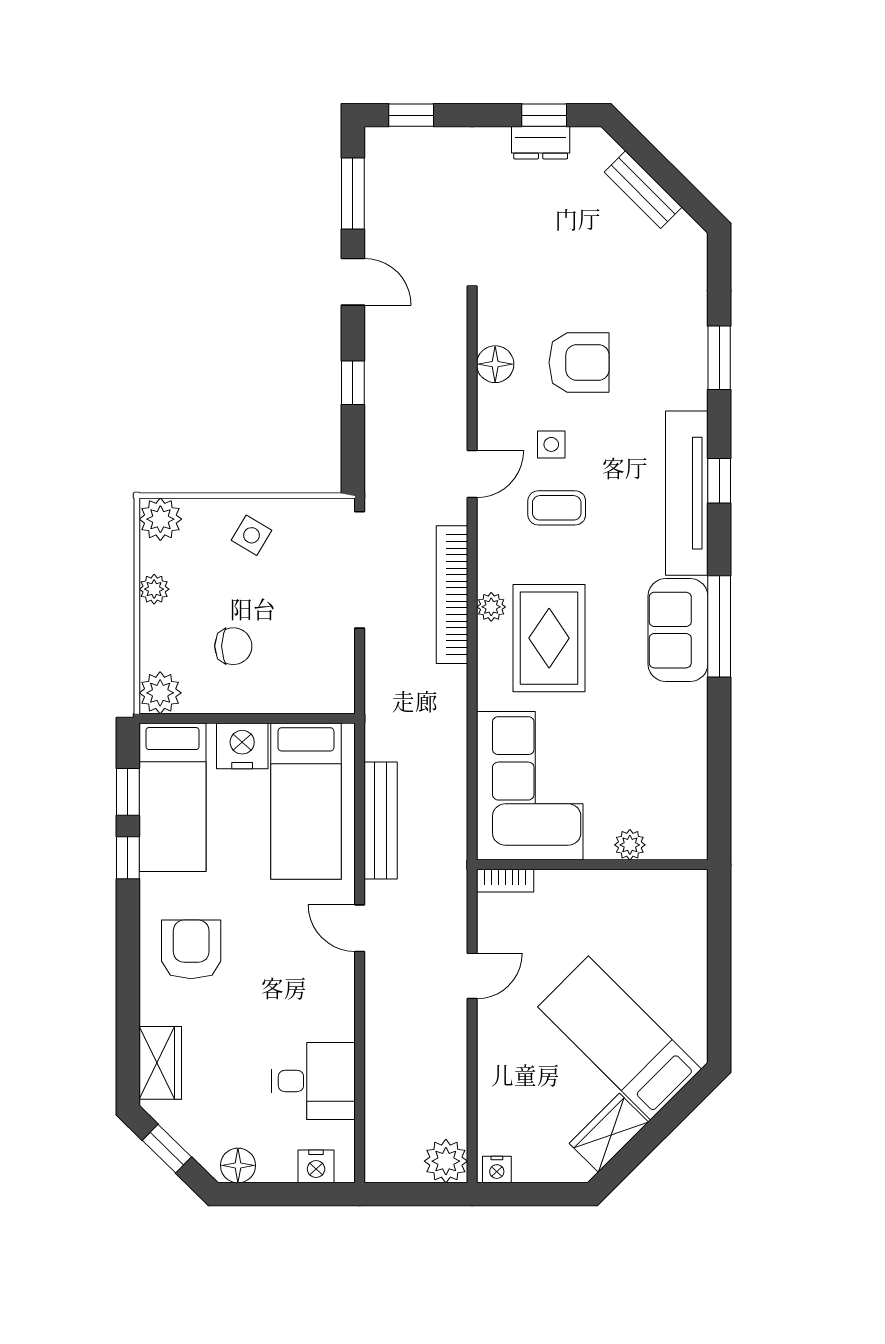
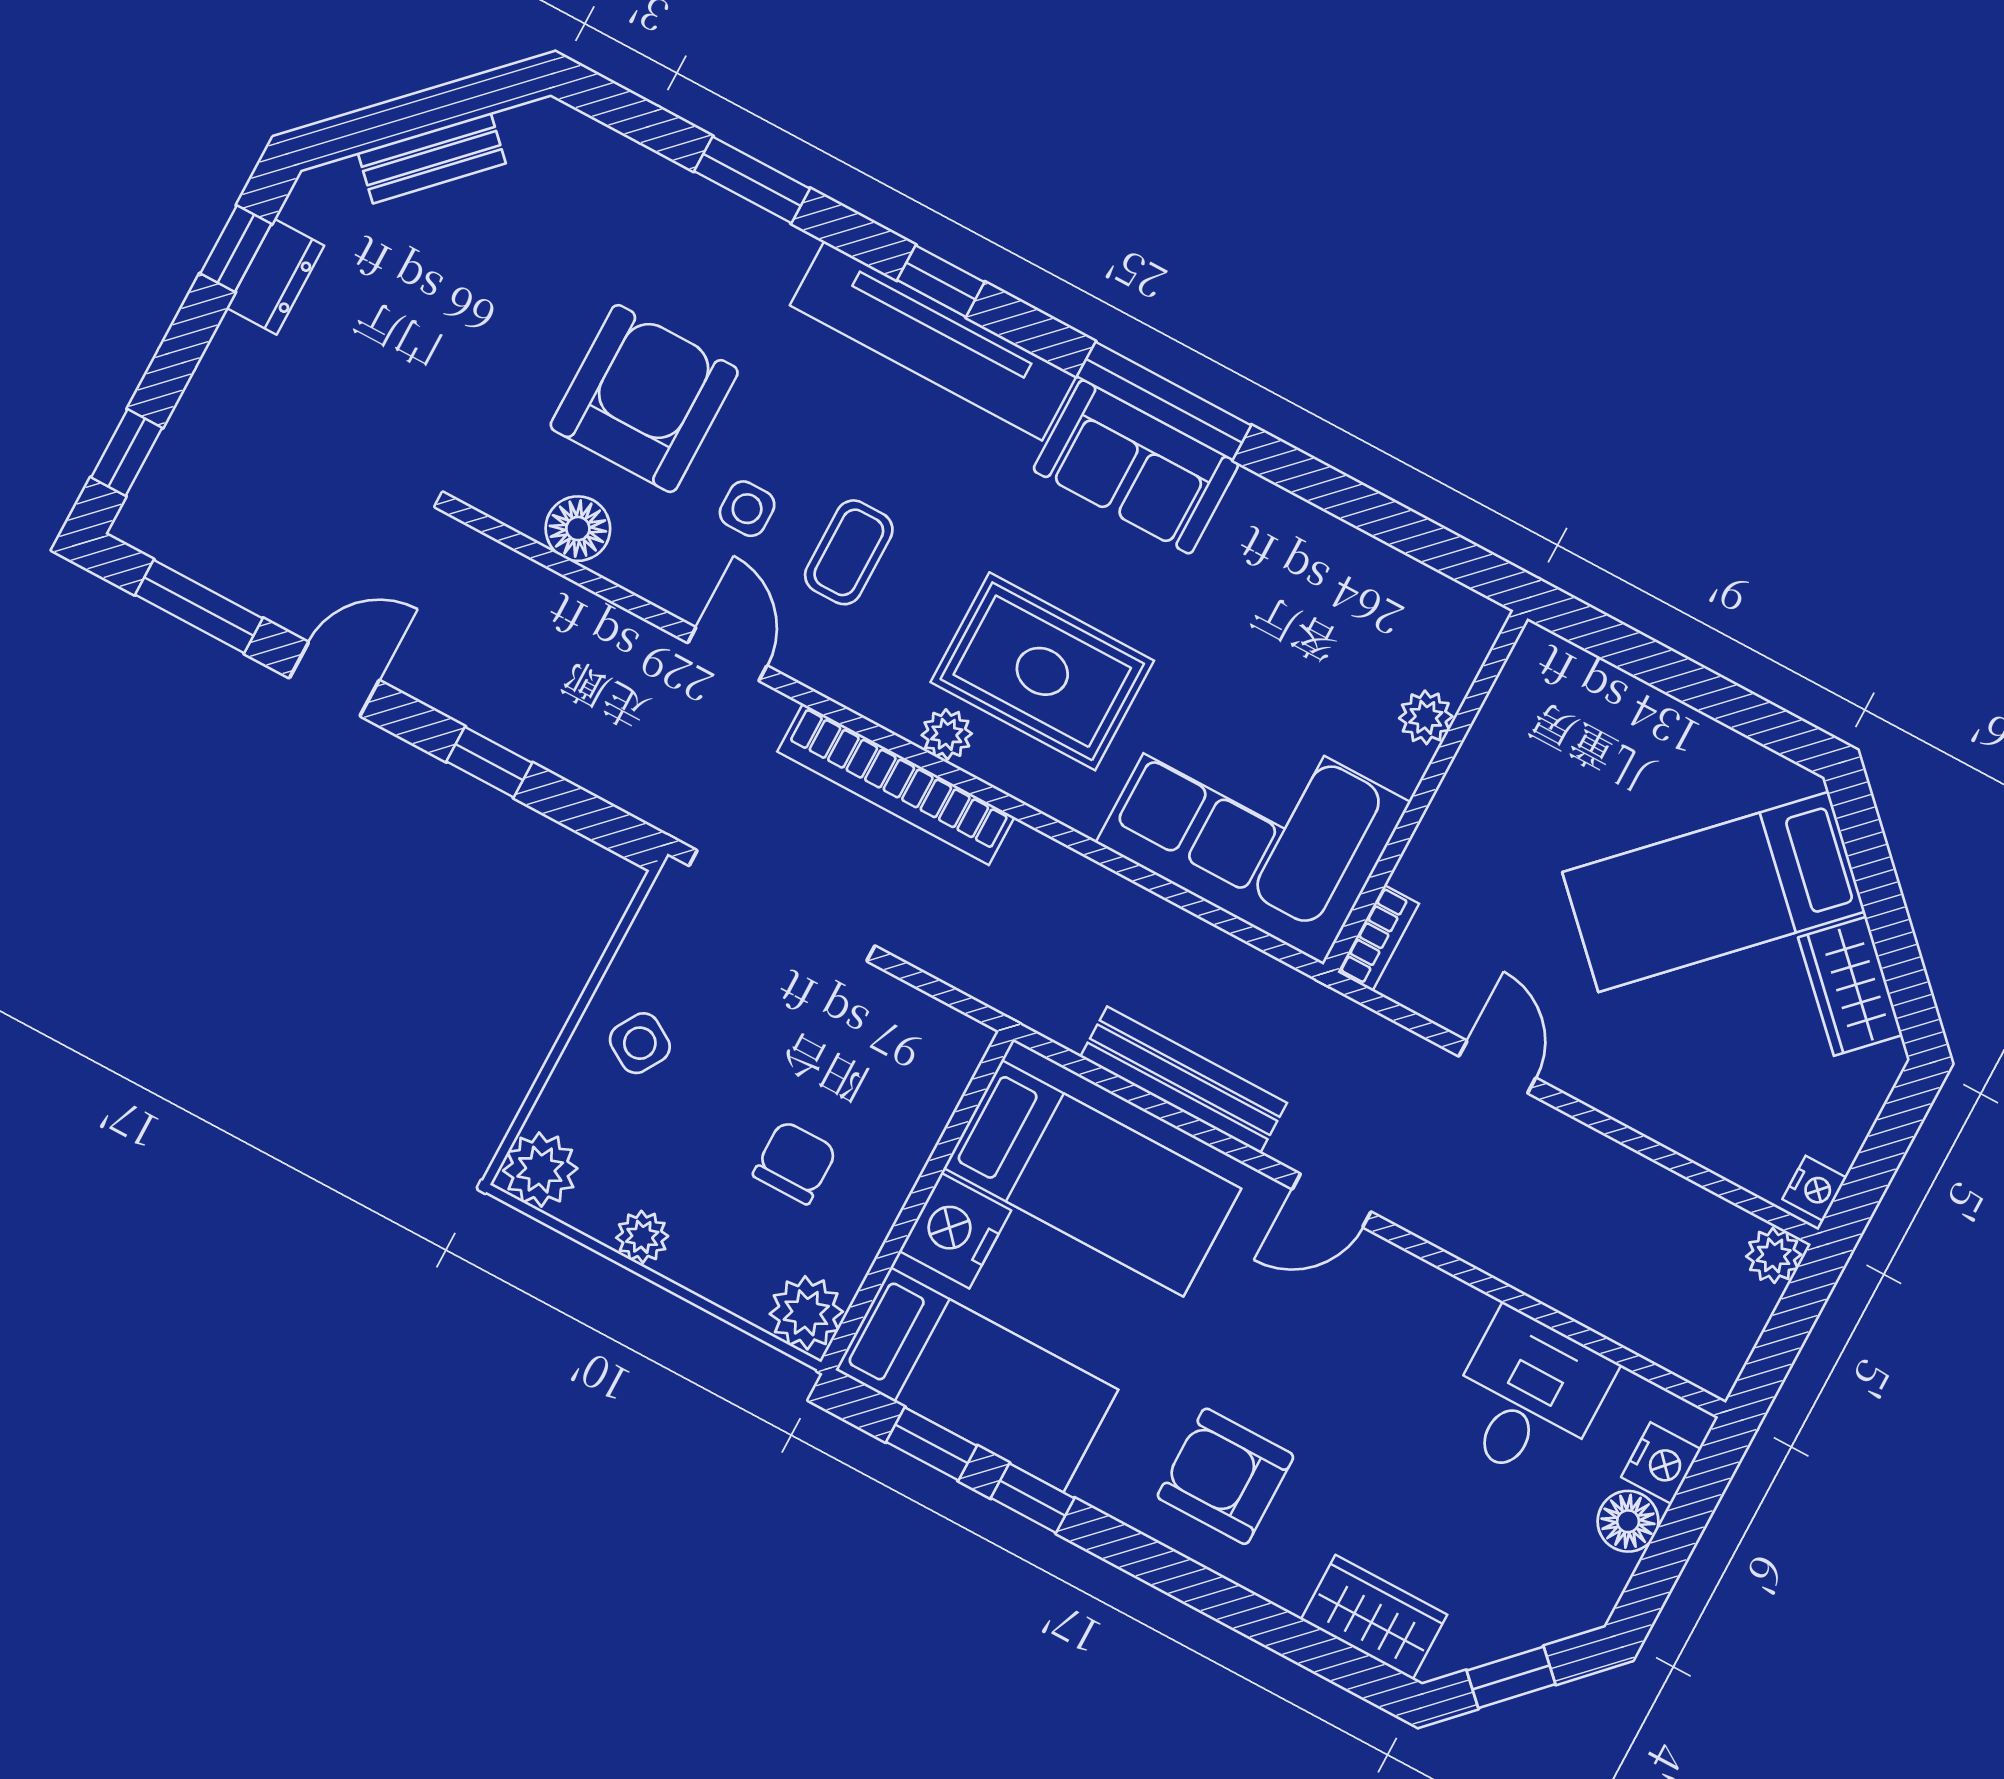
armchair: (579, 362) -> (644, 399), width x1.36, depth x1.36
plant: (446, 1161) -> (1774, 1255), width x0.73, depth x0.73
floor lamp: (238, 1165) -> (1628, 1521), moved

